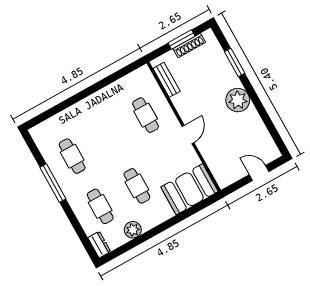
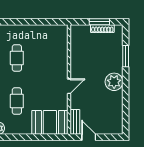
bench: (167, 80) -> (75, 122), moved
cafe table: (146, 115) -> (17, 58), moved
door: (259, 173) -> (89, 137), moved

